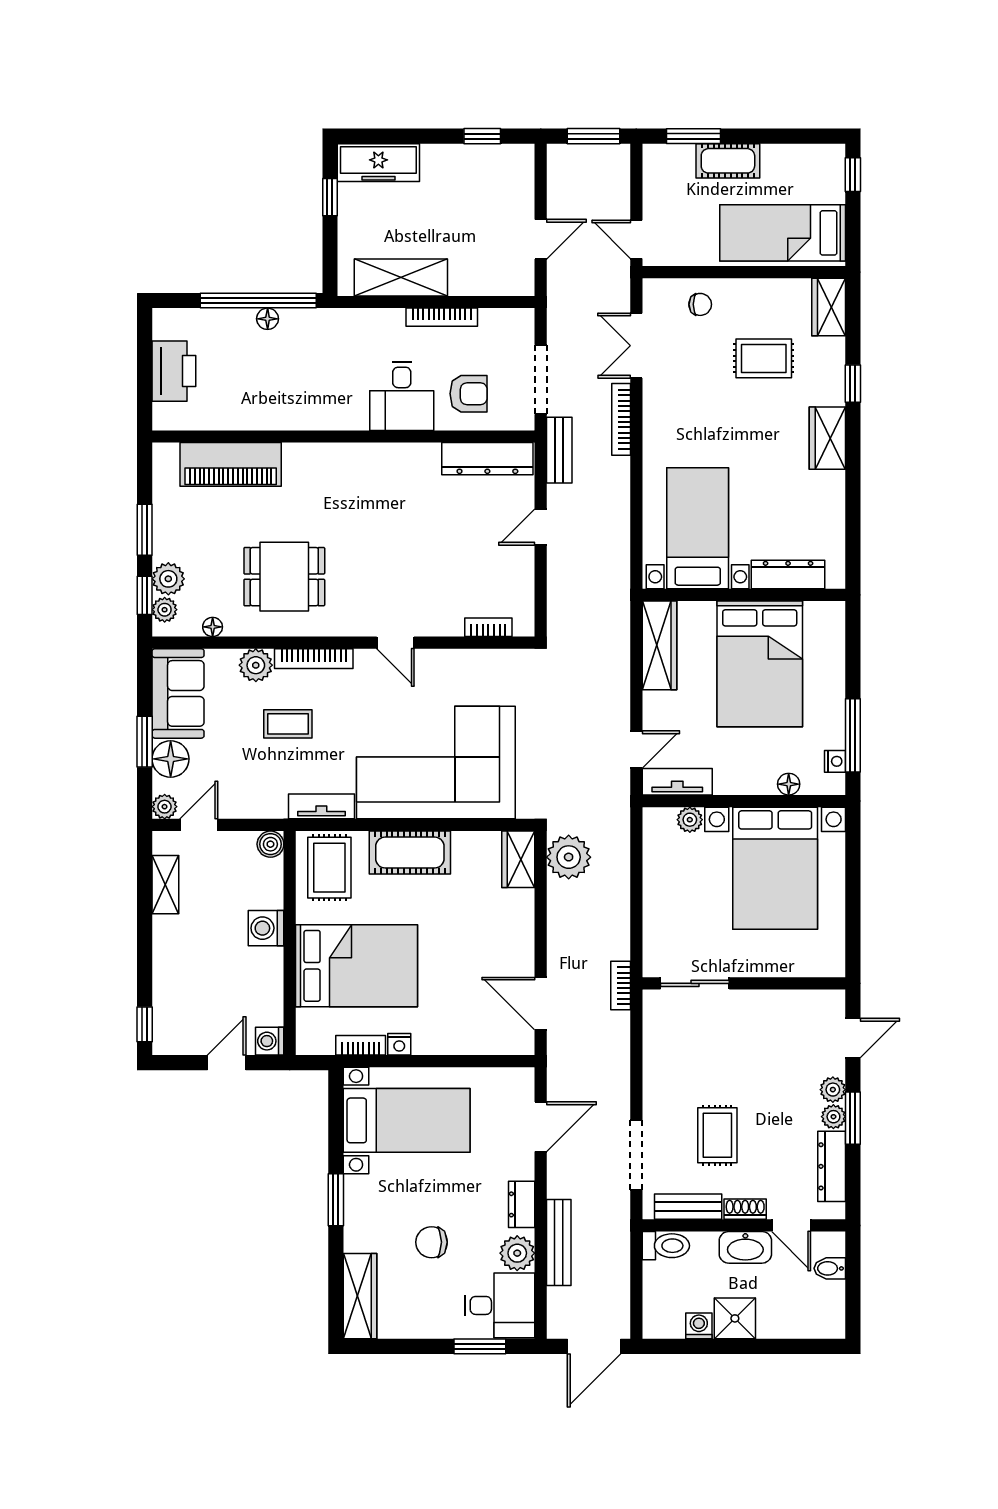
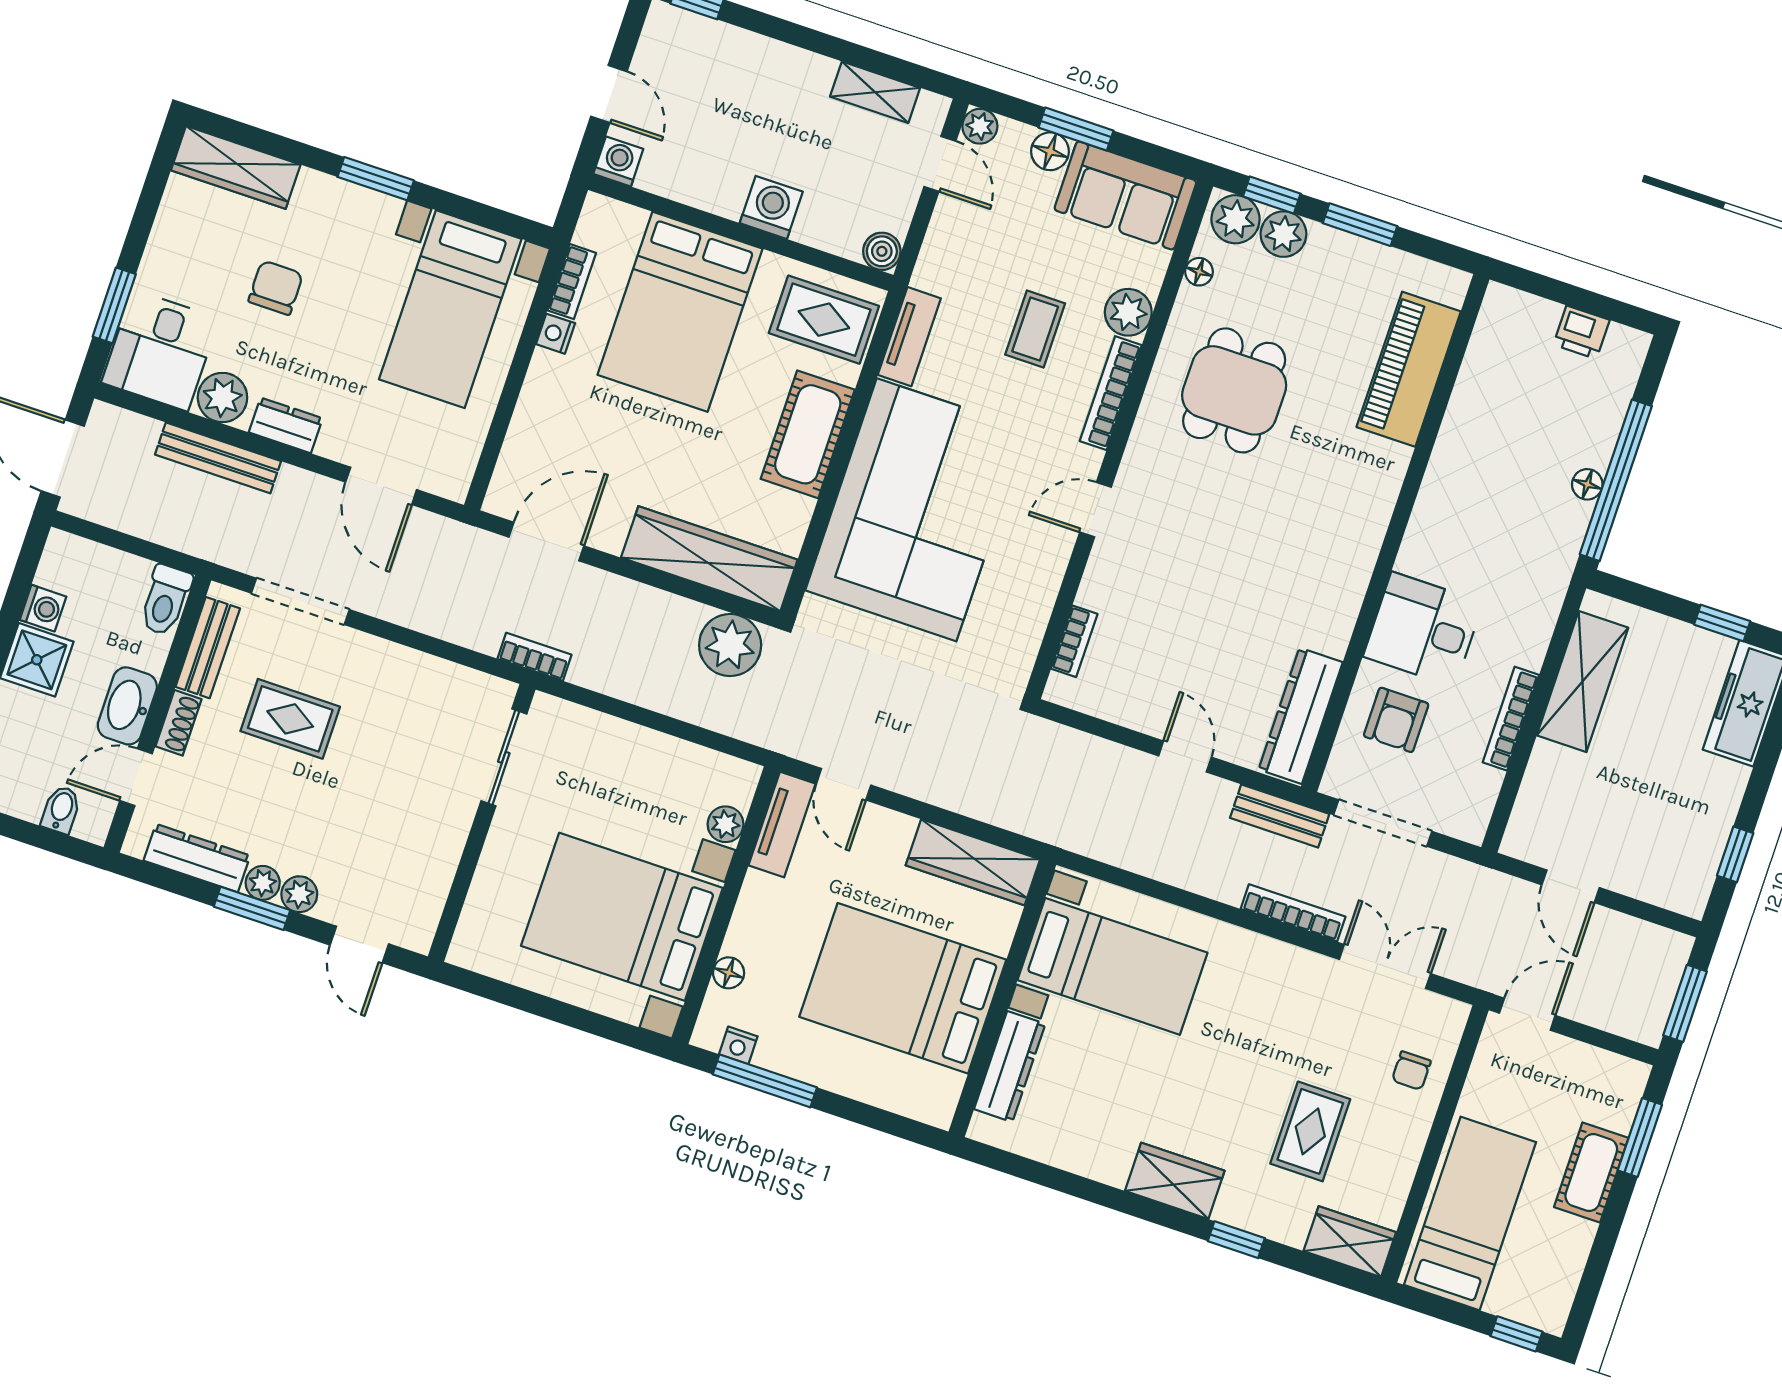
printer: (174, 371) -> (1582, 332), width x0.53, depth x0.68
plant: (165, 610) -> (1235, 219), width x1.38, depth x1.38
floor lamp: (171, 759) -> (1050, 151), width x0.73, depth x0.73
wardrobe: (518, 859) -> (709, 559), width x2.10, depth x1.17

